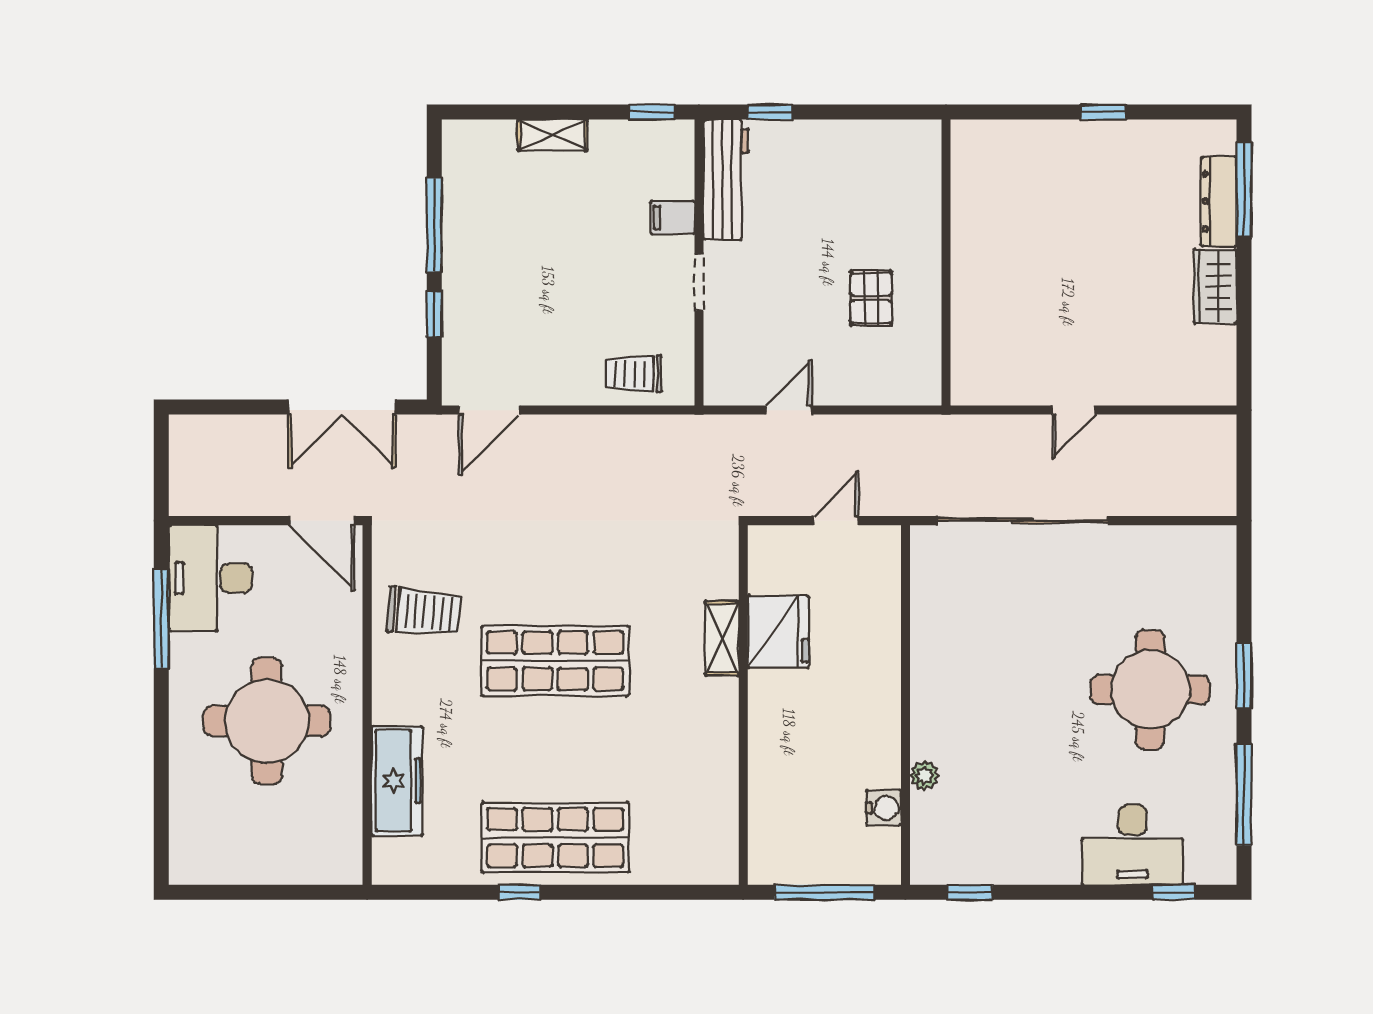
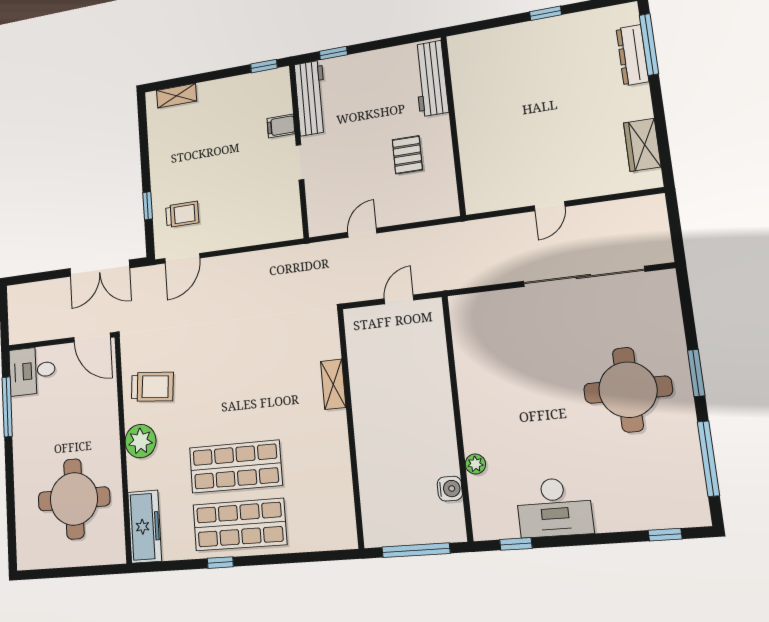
shelving: (552, 135) -> (177, 96), moved
workbench: (919, 183) -> (431, 79), added
window: (434, 225) -> (145, 154), removed
wardrobe: (1215, 286) -> (642, 145), moved
trolley: (634, 374) -> (182, 214), moved, turned 180
sliding door: (1022, 521) -> (583, 276), moved
desk: (210, 578) -> (32, 371), width x0.73
fridge: (778, 632) -> (369, 376), removed
shop shelf: (555, 661) -> (235, 467), moved
plant: (398, 696) -> (140, 441), added
round table: (267, 721) -> (74, 499), moved
freezer: (397, 781) -> (145, 527), moved
desk: (1133, 845) -> (554, 507), moved

